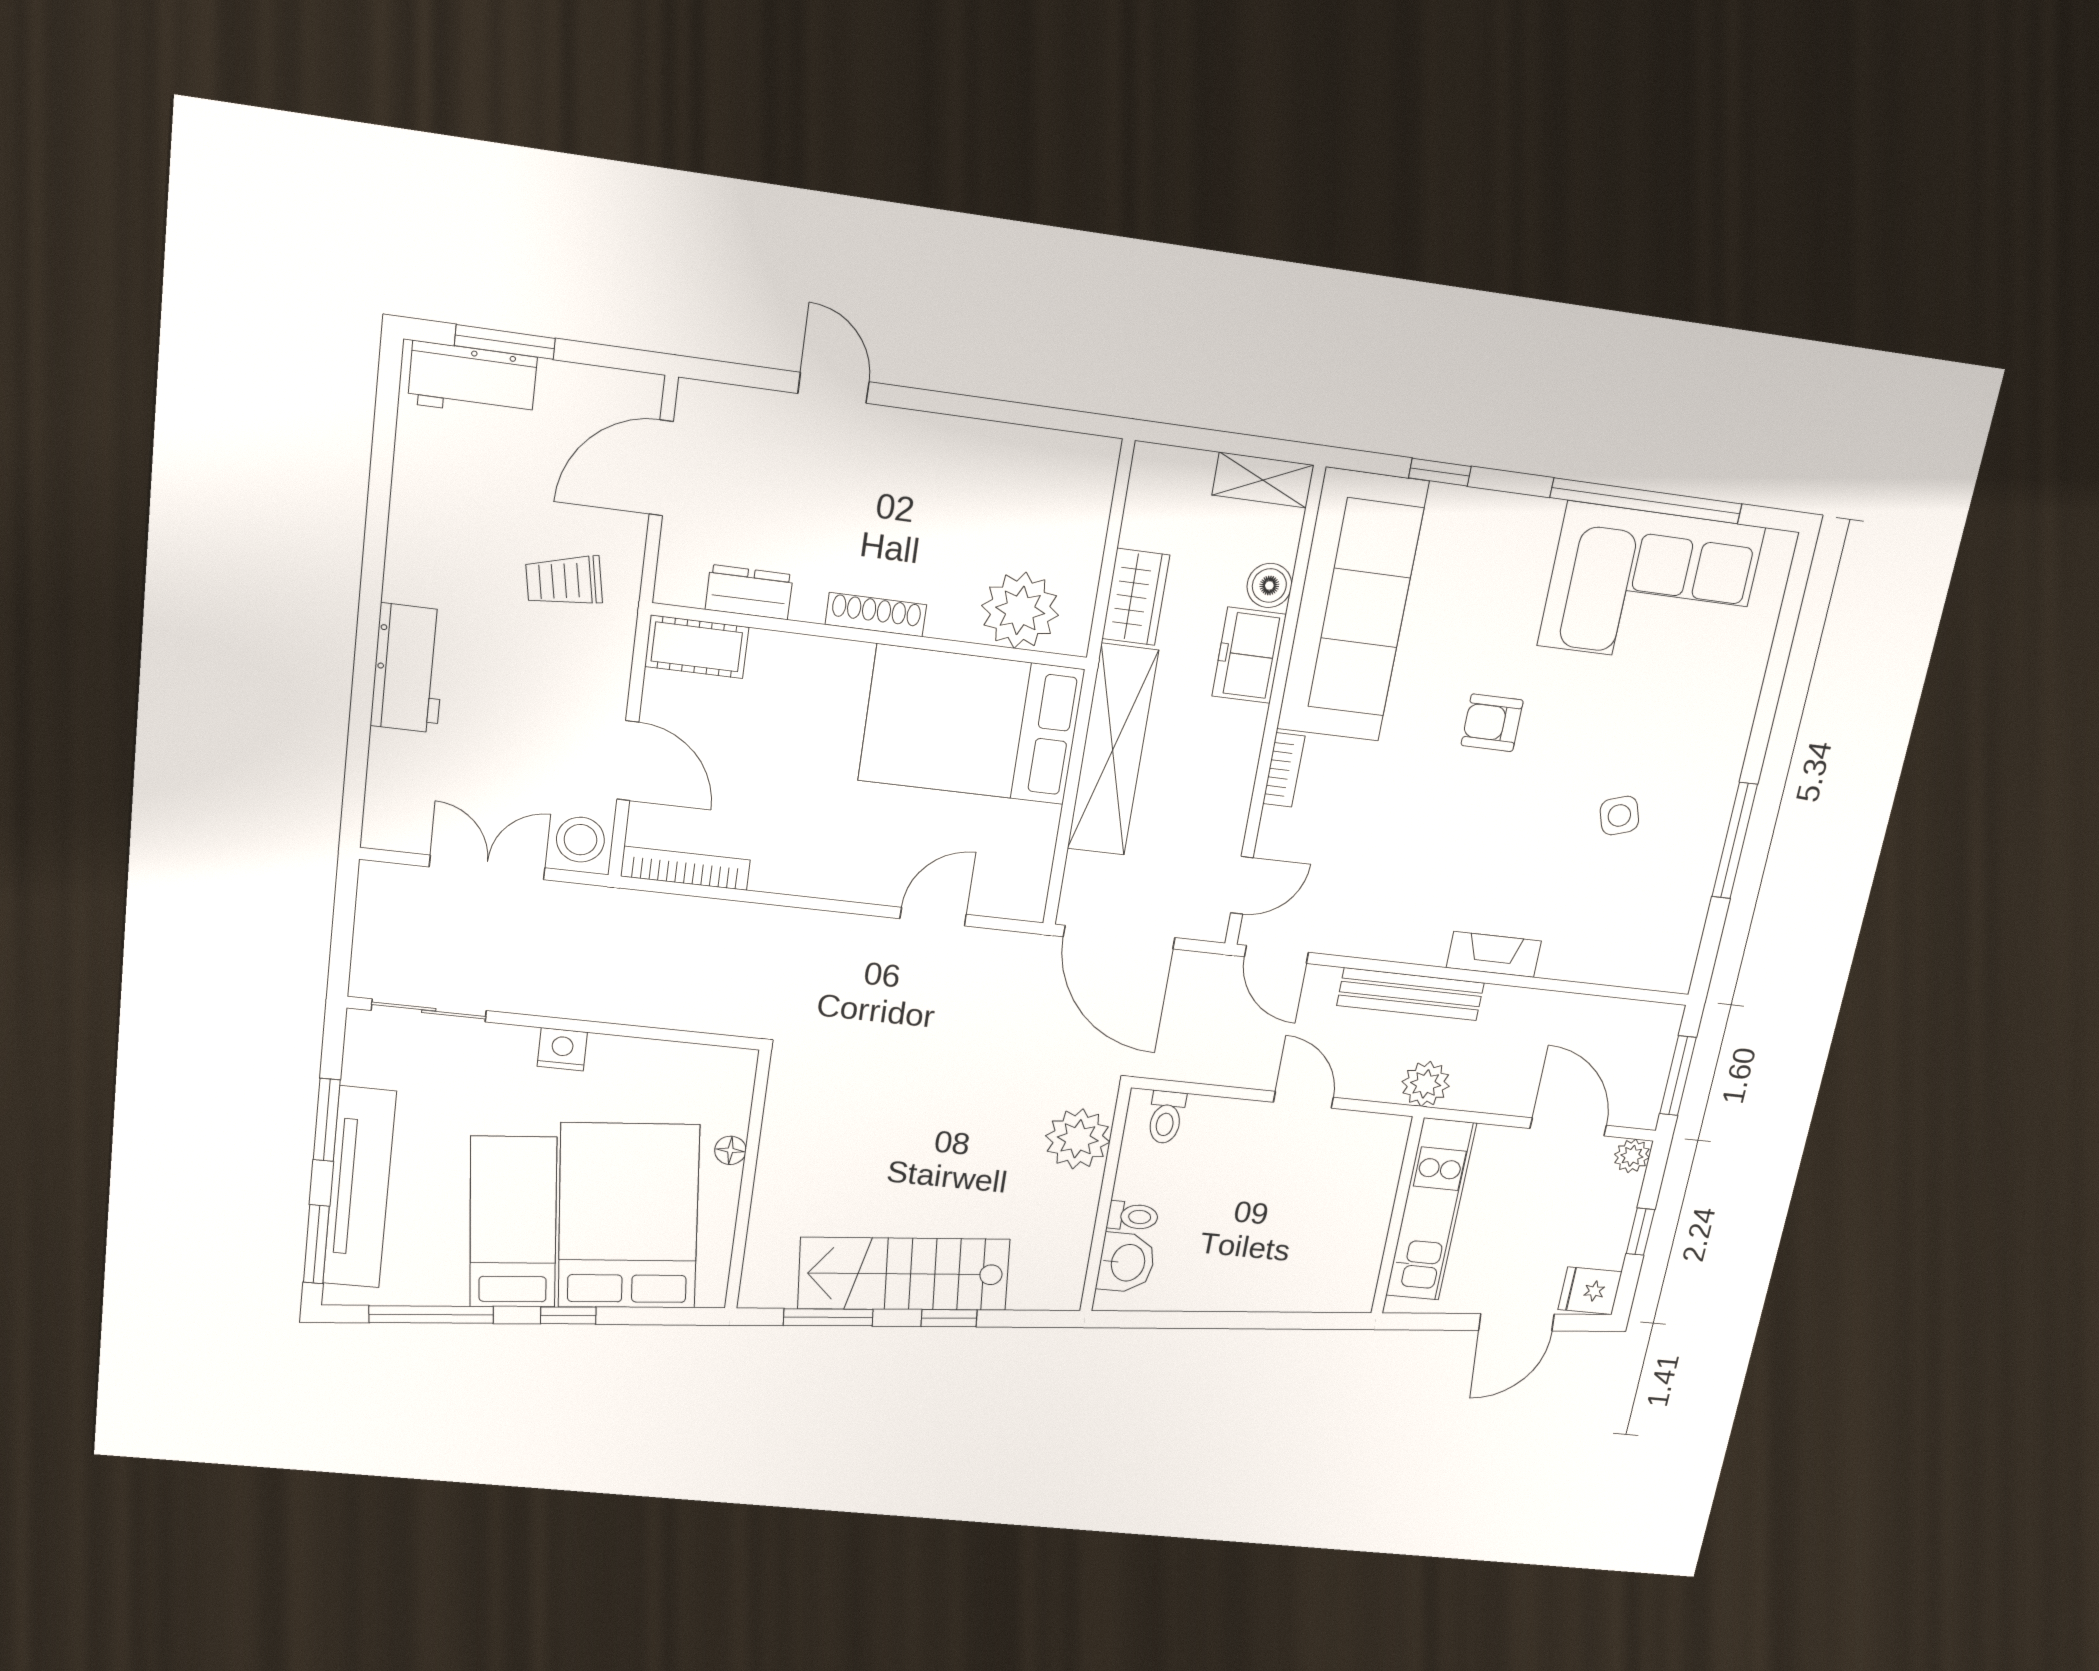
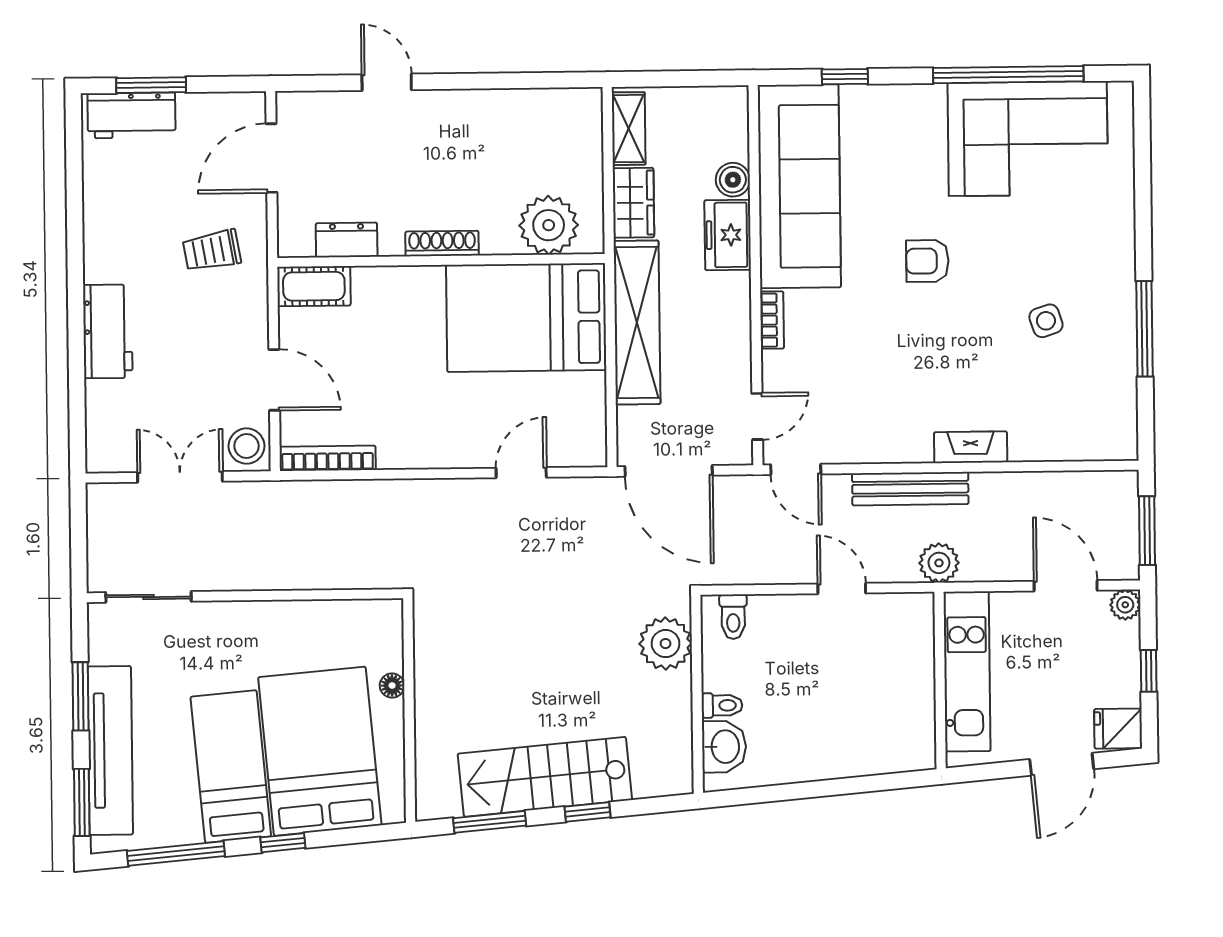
shelving: (1263, 480) -> (629, 129), moved, turned 90
nightstand: (562, 1049) -> (252, 616), removed

